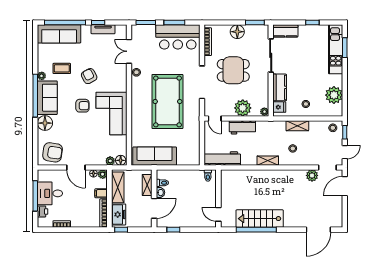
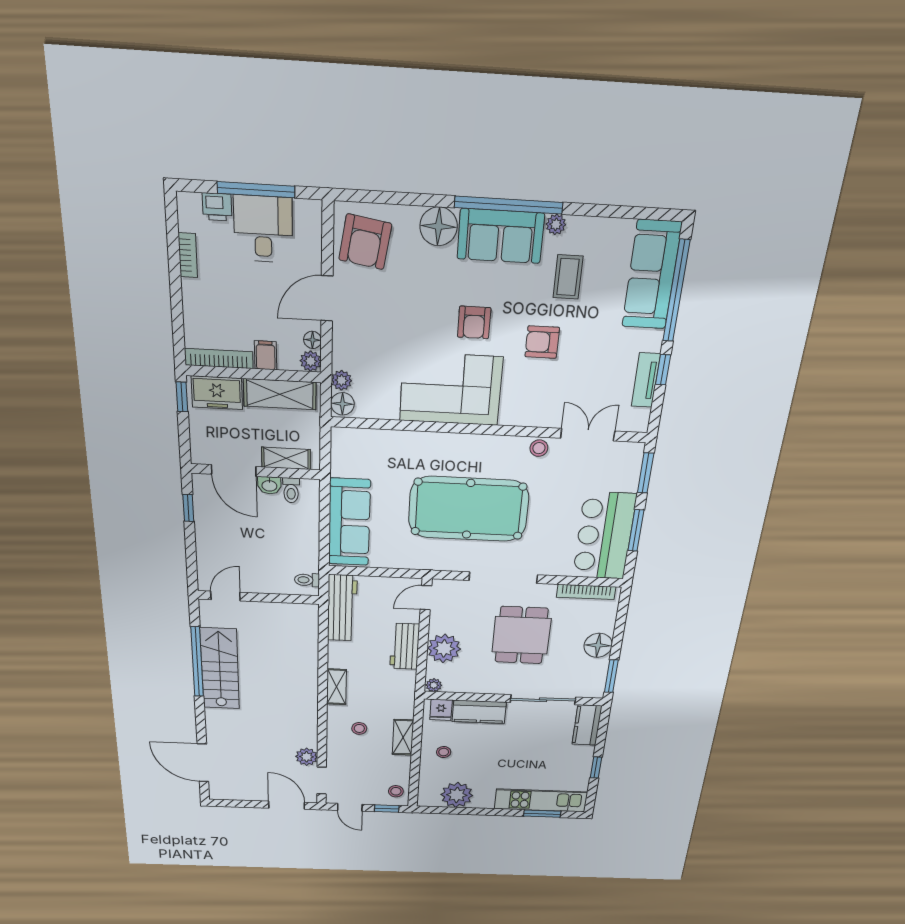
armchair: (89, 76) -> (542, 342), turned -152
sofa: (155, 156) -> (349, 522), moved

